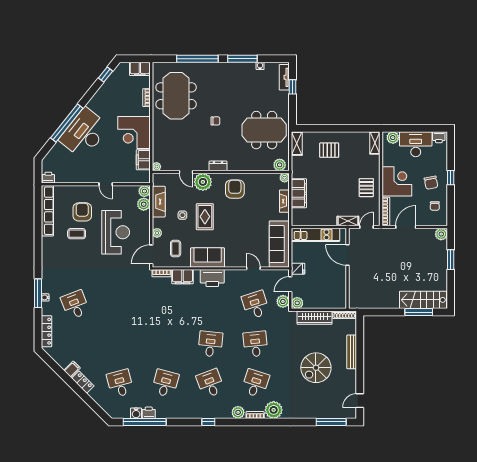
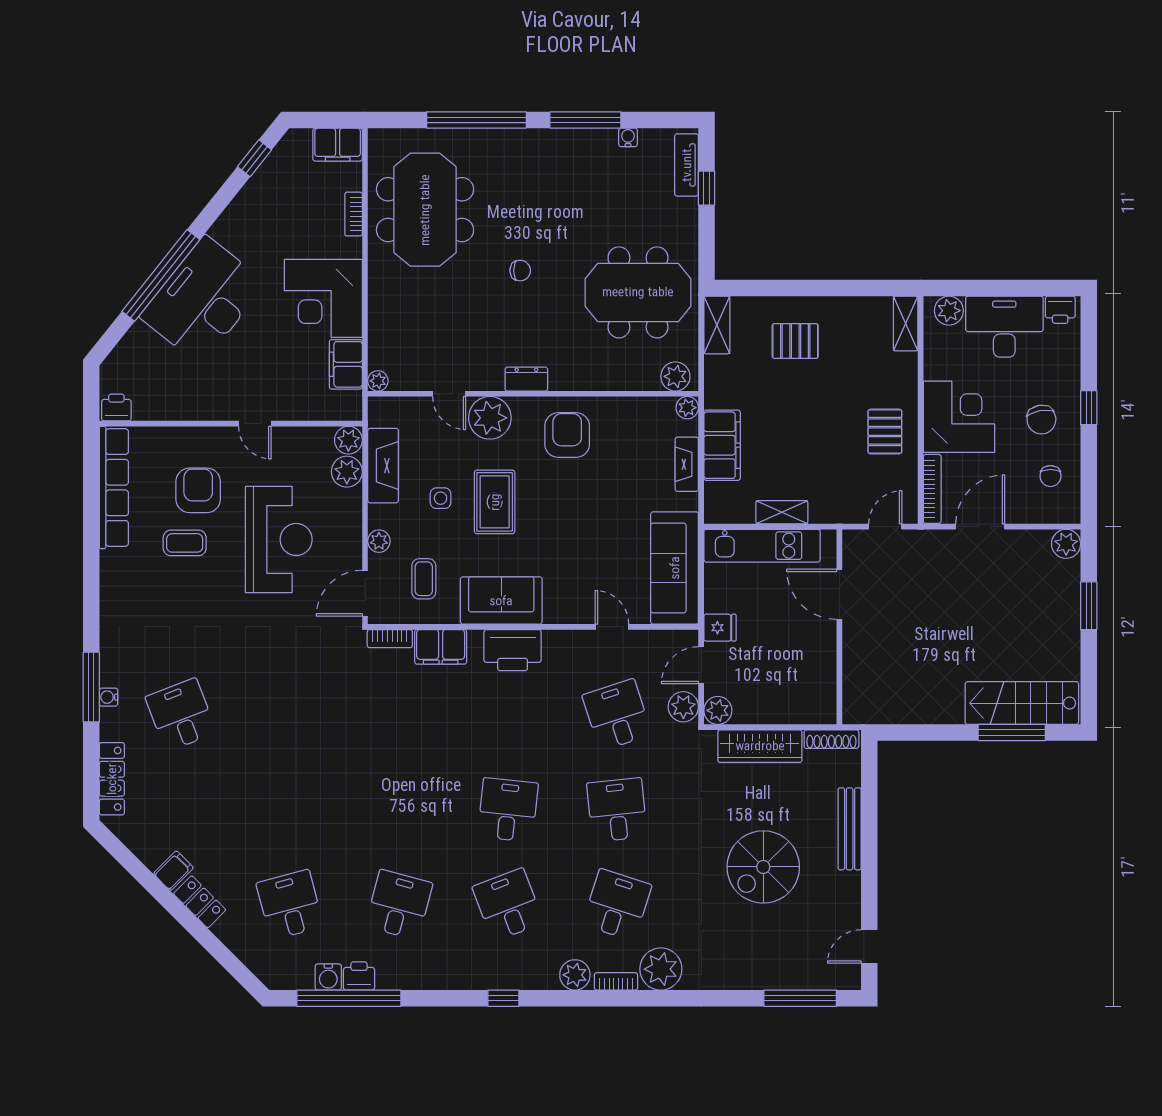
shelving: (348, 221) -> (782, 512), moved

